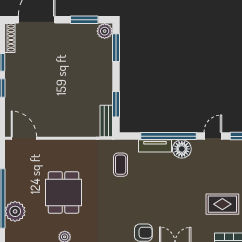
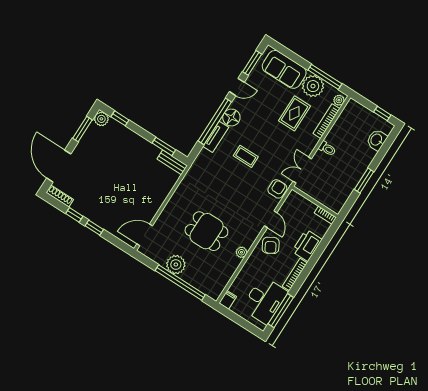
window: (116, 48) -> (120, 118), width x0.67
door: (213, 136) -> (237, 87), swing flipped
coffee table: (121, 165) -> (246, 156), moved
plant: (15, 211) -> (176, 265), moved

